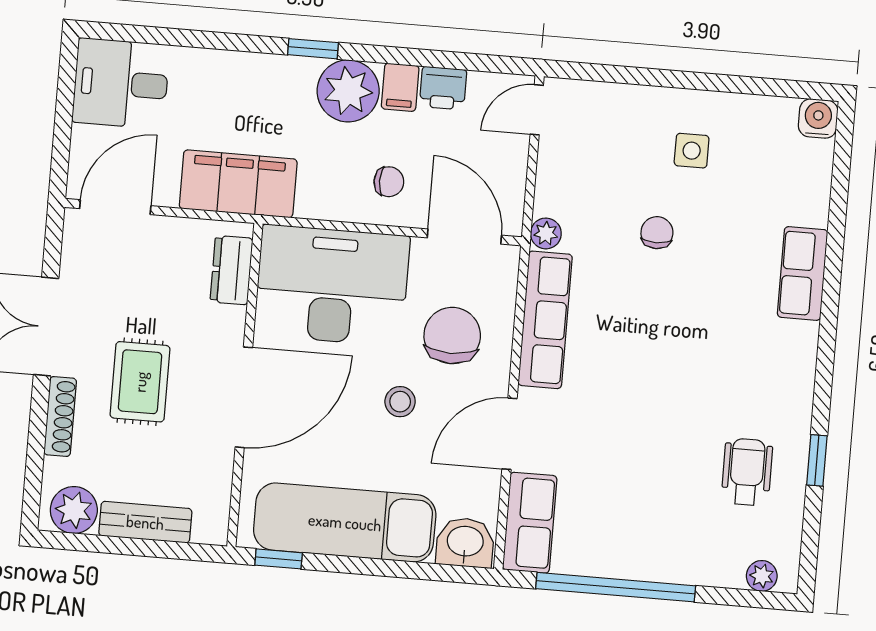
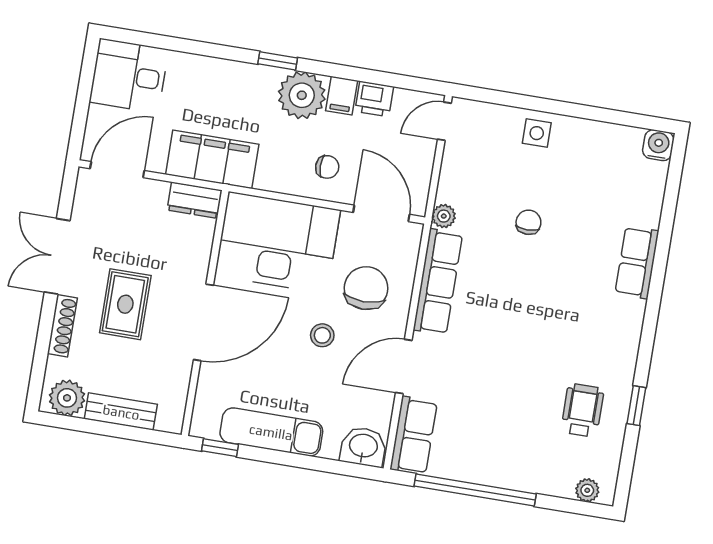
side table: (692, 151) -> (537, 133), moved
dresser: (231, 270) -> (195, 200), moved, turned -90
exam couch: (345, 522) -> (271, 432), width x0.73, depth x0.69

